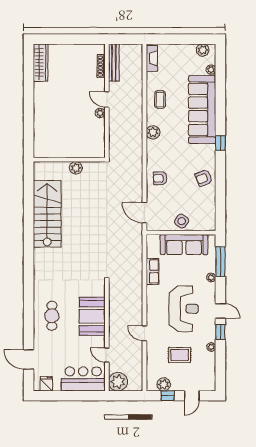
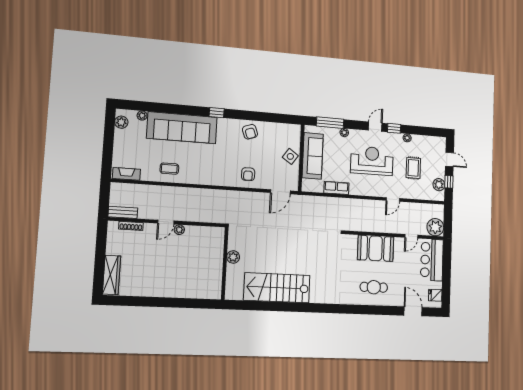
wardrobe: (40, 63) -> (112, 275), moved, turned 90
bench: (114, 63) -> (123, 212), width x0.73
plant: (153, 132) -> (202, 178), removed
door: (29, 360) -> (413, 311), swing flipped

